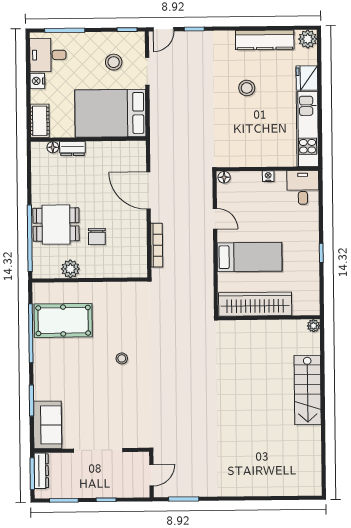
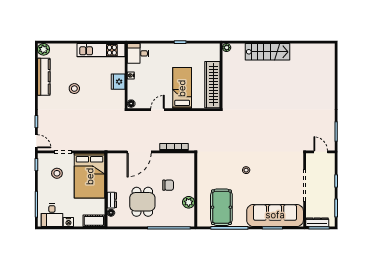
fridge: (307, 78) -> (118, 82), moved, turned 90
dining table: (56, 225) -> (142, 202), moved
sofa: (48, 425) -> (275, 215), width x1.85, depth x1.27

